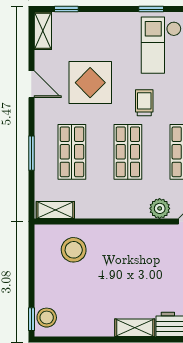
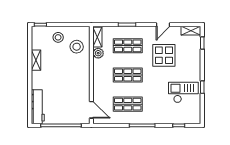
trolley: (144, 103) -> (153, 84), removed
plant: (160, 208) -> (98, 53), moved
stool: (47, 318) -> (58, 37), moved
shelving: (135, 328) -> (36, 60), moved

